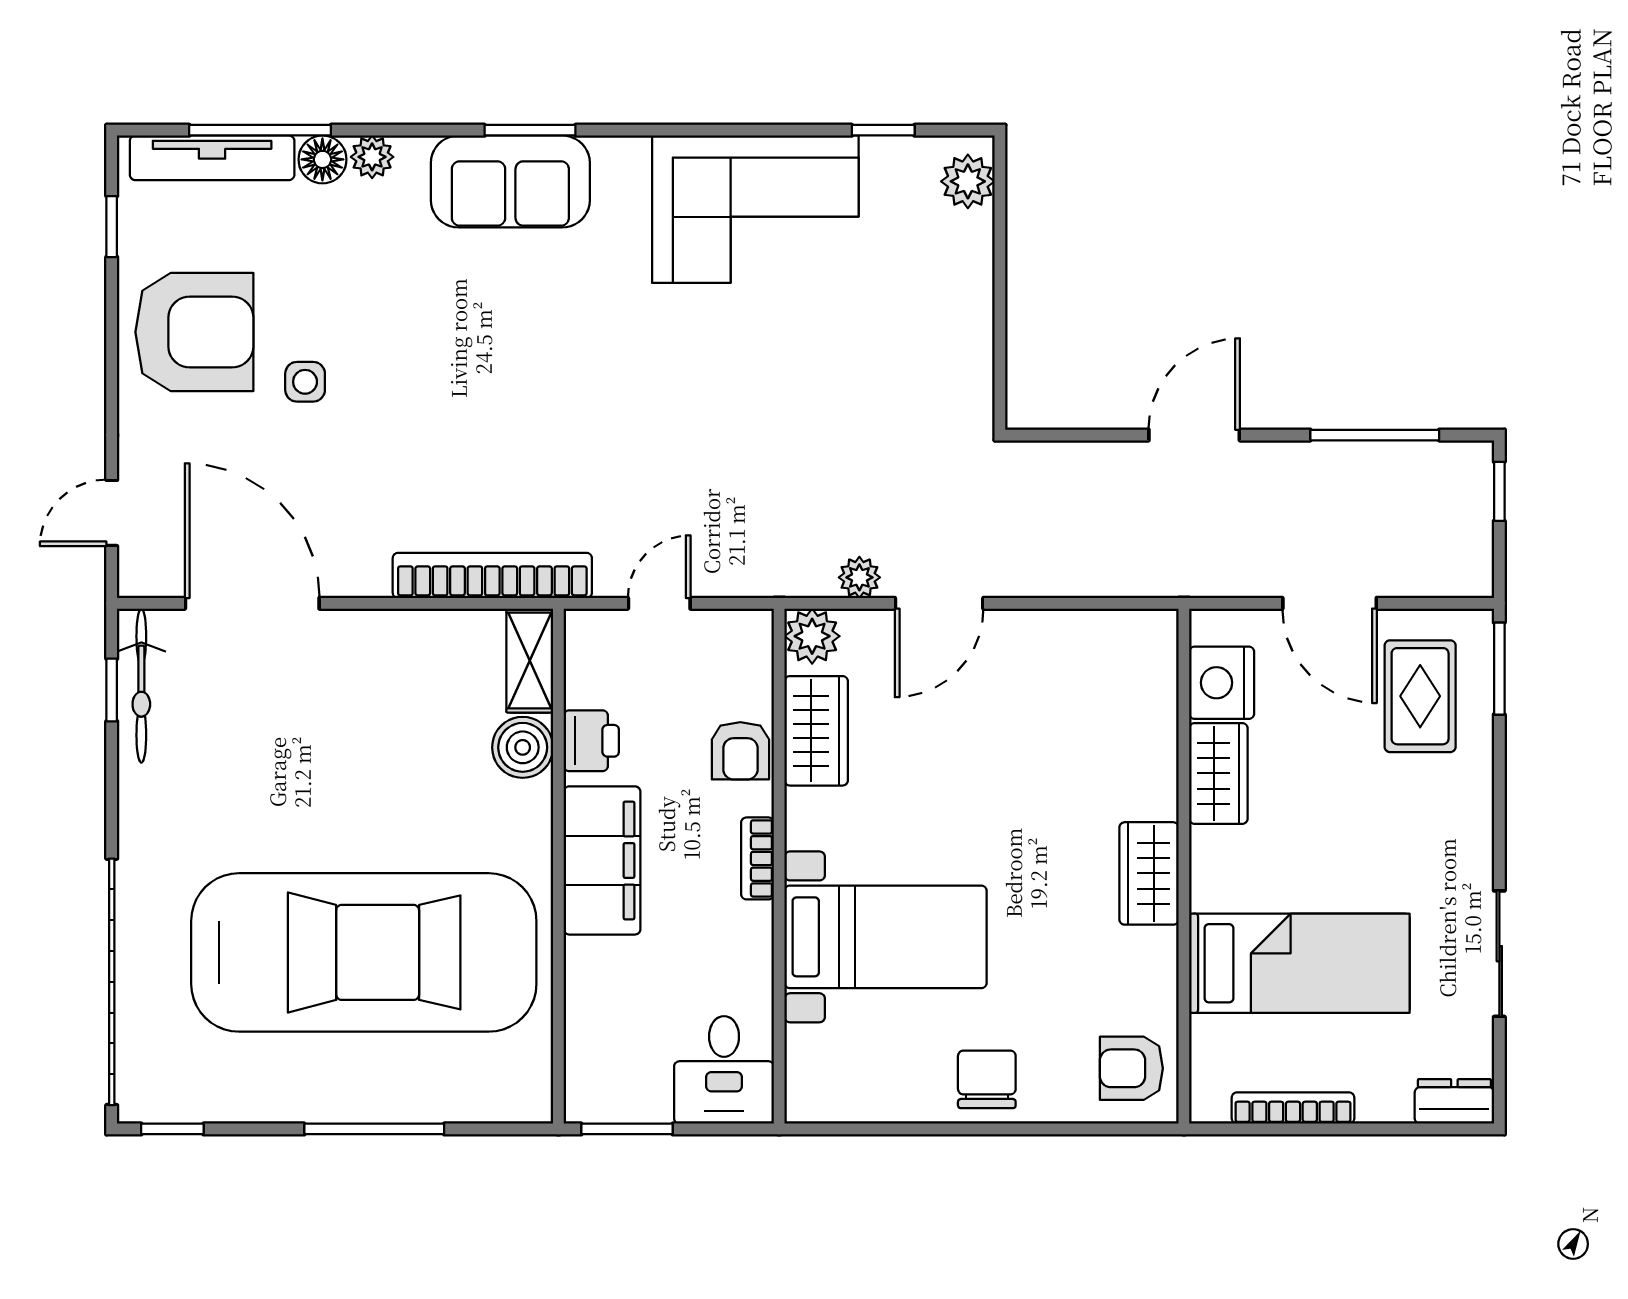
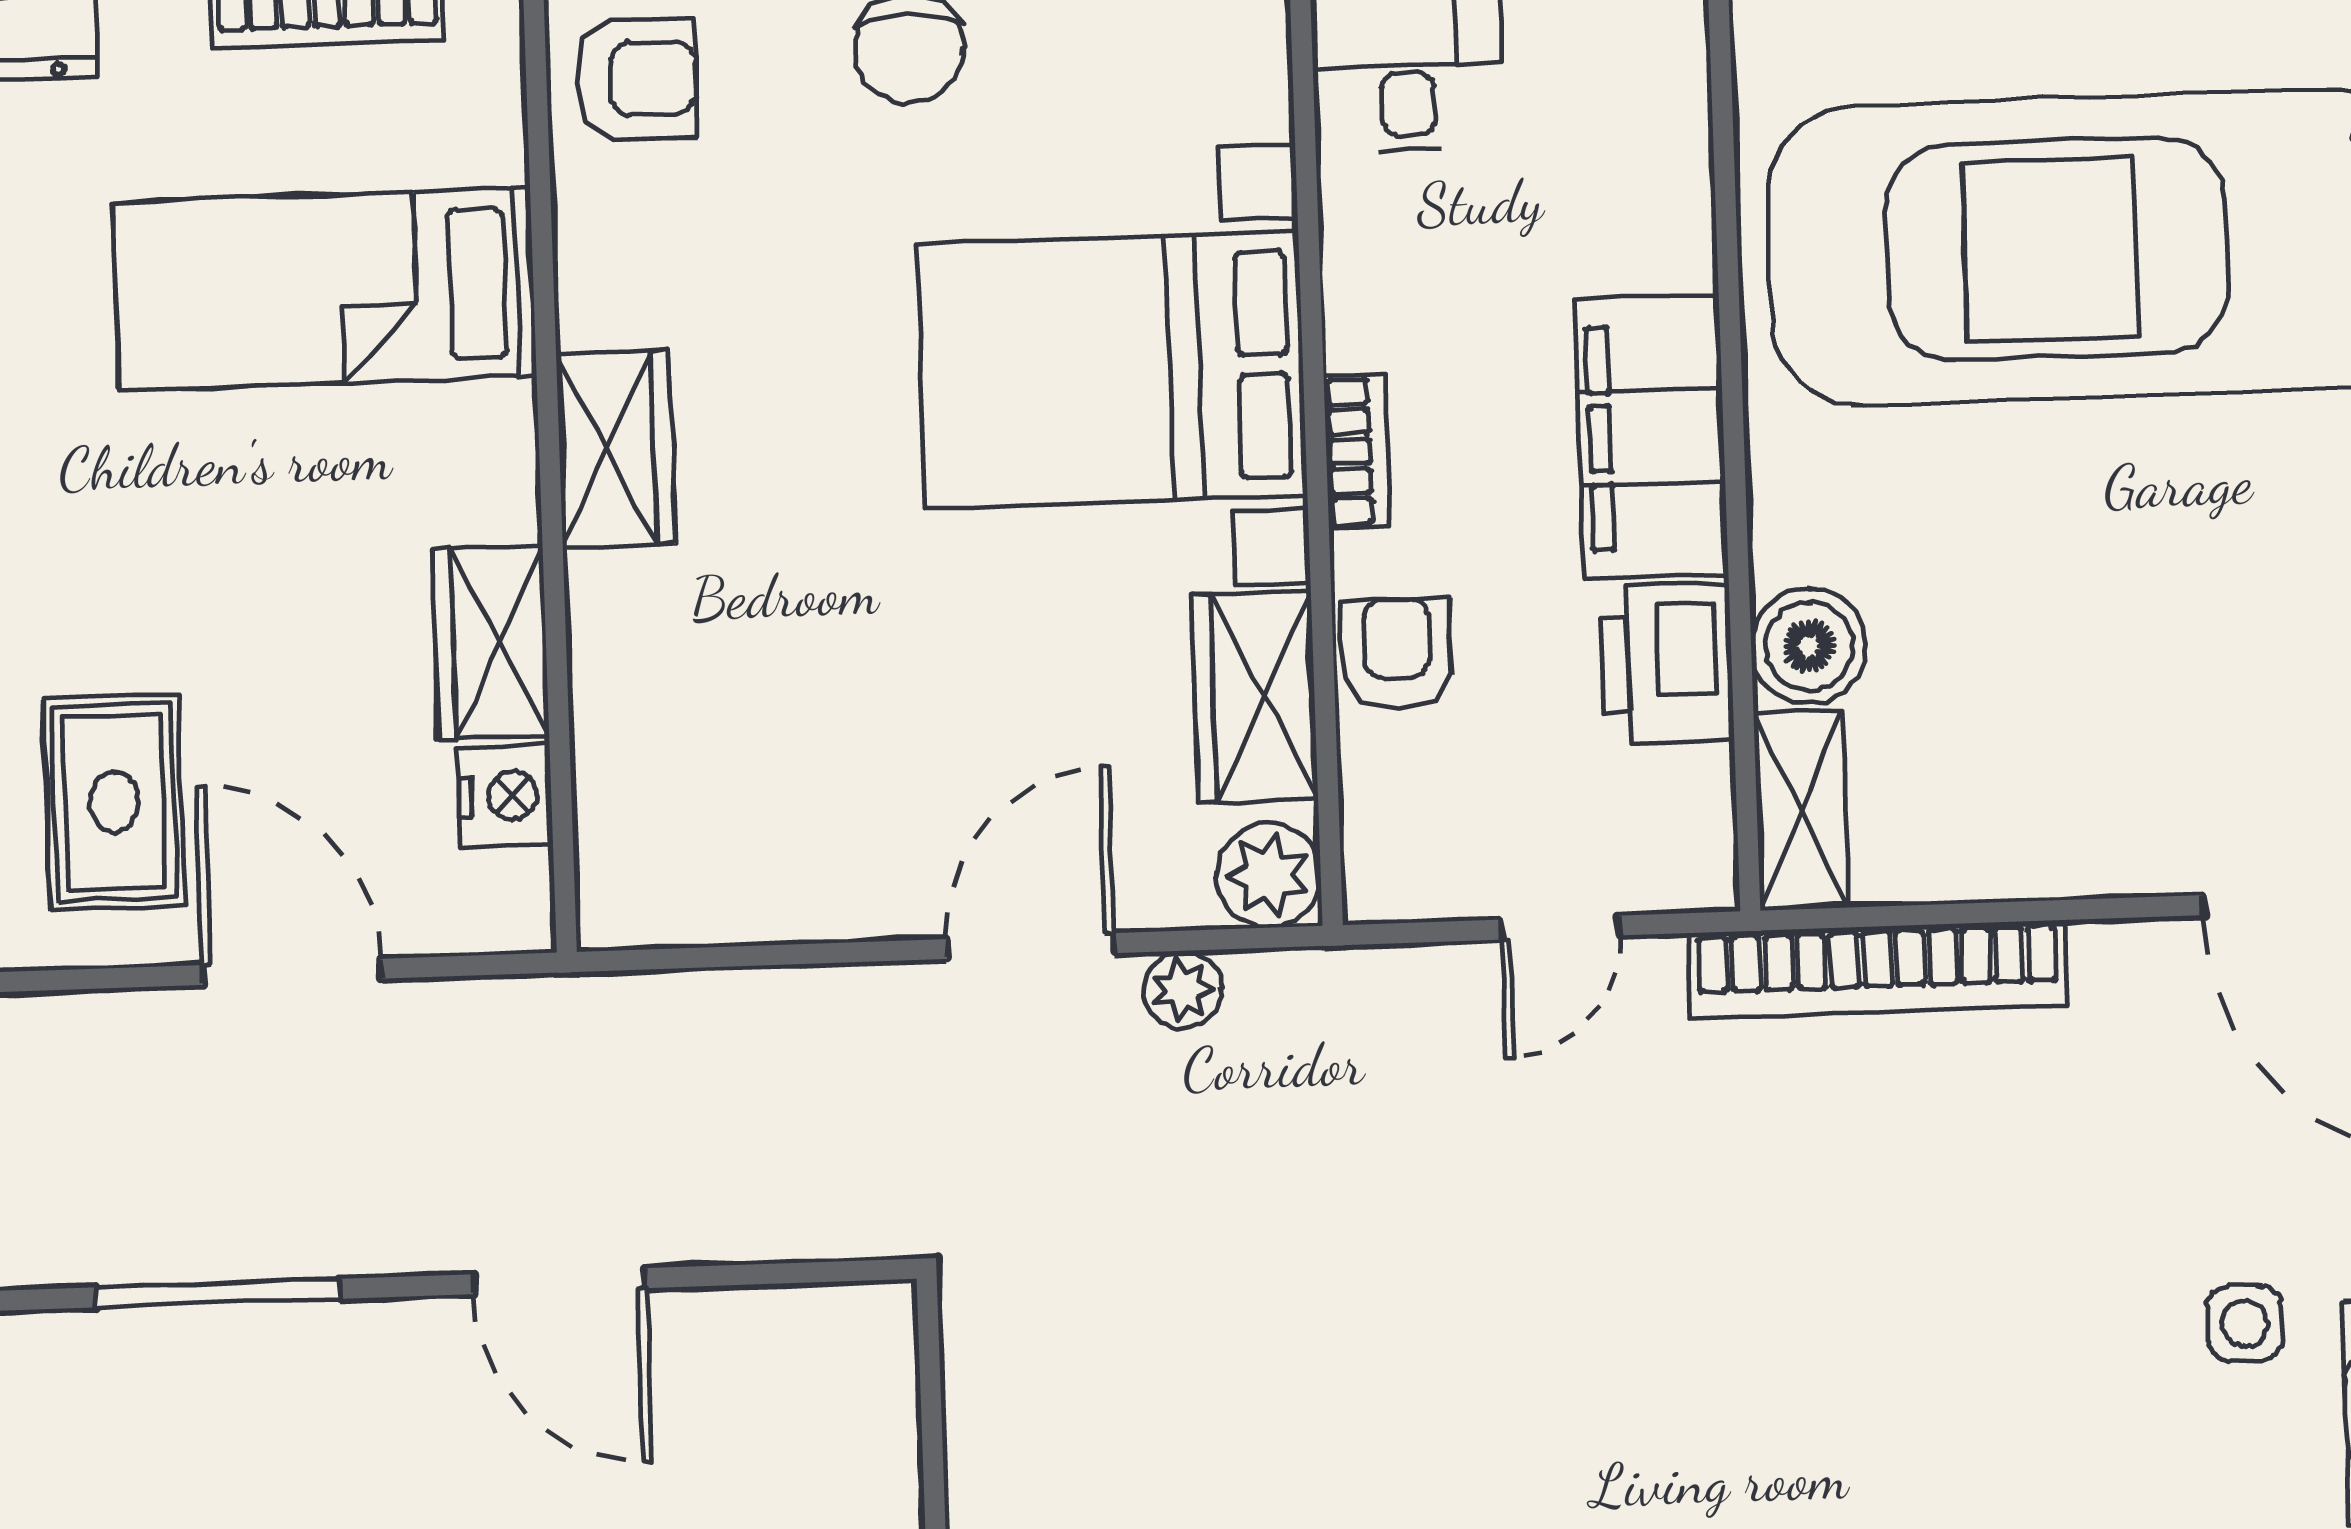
door: (1194, 435) -> (559, 1281), hinge flipped
nightstand: (1222, 683) -> (505, 796), width x0.74, depth x0.75
printer: (591, 741) -> (1667, 663), width x1.36, depth x1.24
bed with nightstands: (886, 937) -> (1112, 370), width x1.36

